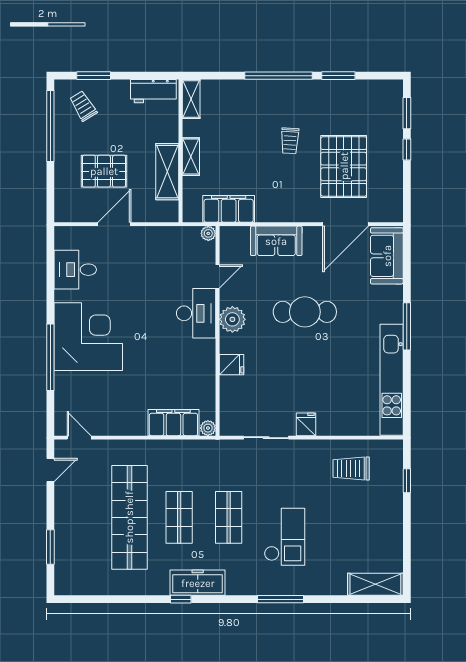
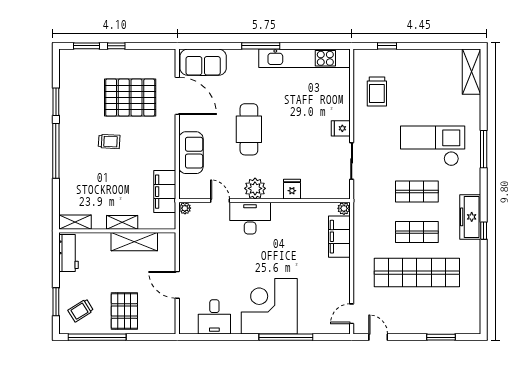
pallet: (104, 171) -> (124, 311), moved
checkout: (285, 537) -> (433, 146), width x1.36, depth x1.21

